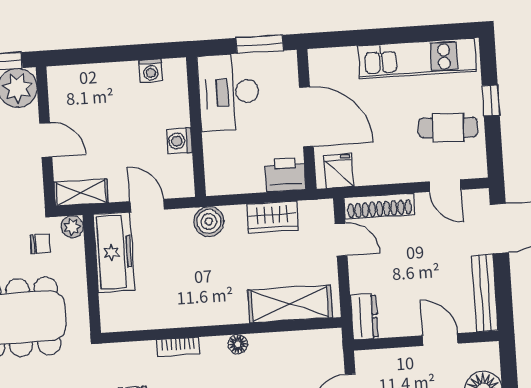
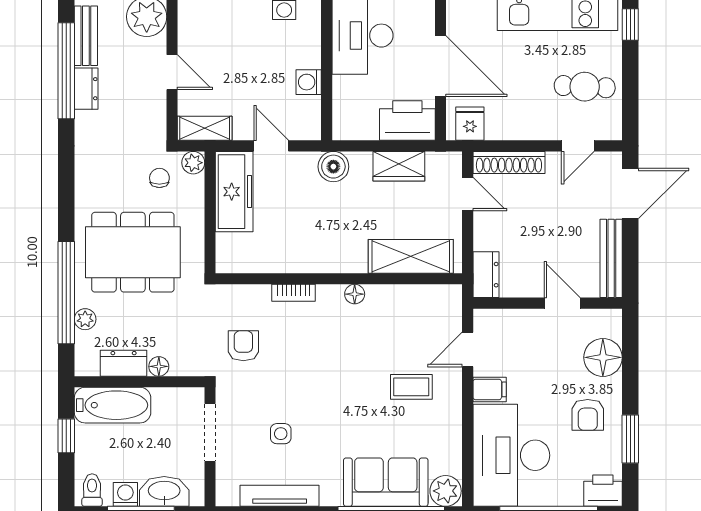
window: (491, 100) -> (630, 24), moved
printer: (285, 175) -> (407, 121), width x1.37, depth x1.19
door: (445, 186) -> (578, 146), hinge flipped
chair: (40, 244) -> (159, 178), turned -90

